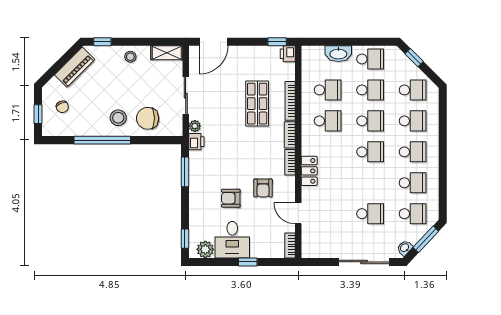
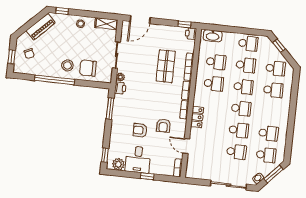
washbasin: (338, 54) -> (213, 36), moved
school desk: (413, 152) -> (239, 130), moved

